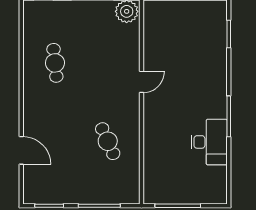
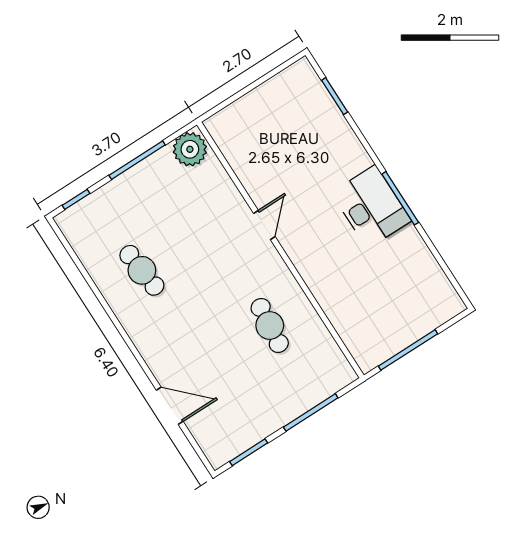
cafe table: (108, 141) -> (270, 325), turned 30
desk: (209, 142) -> (371, 207), moved

